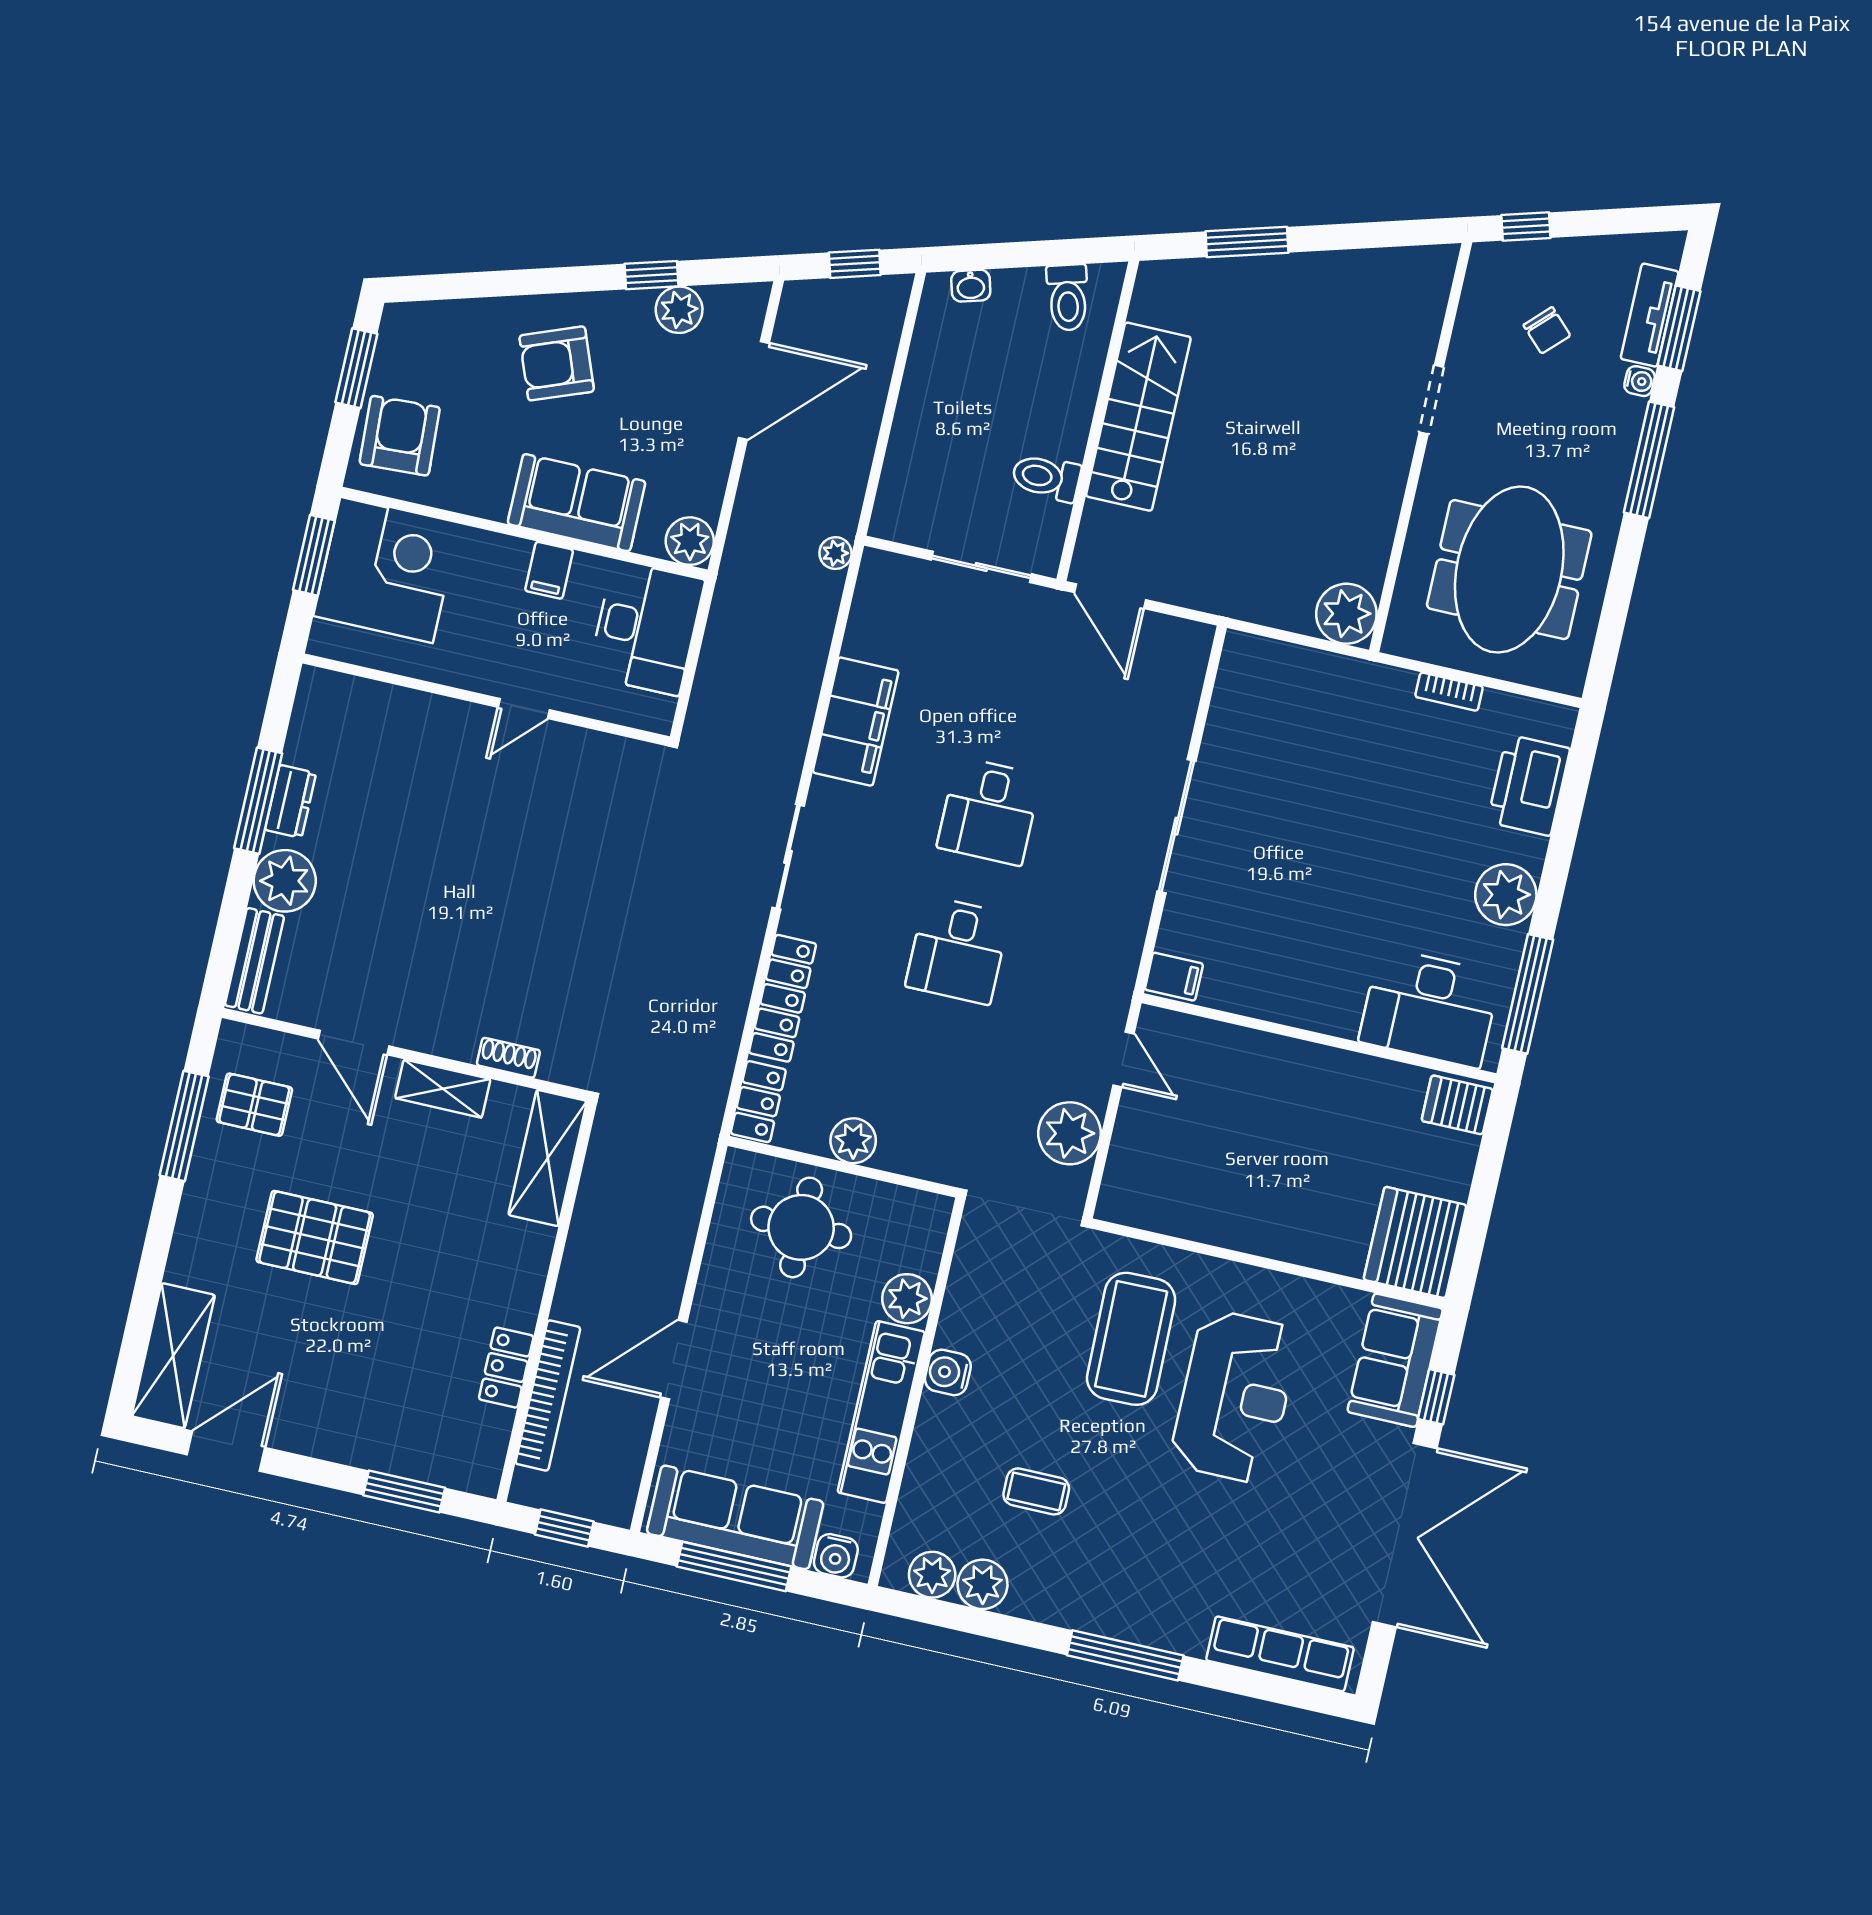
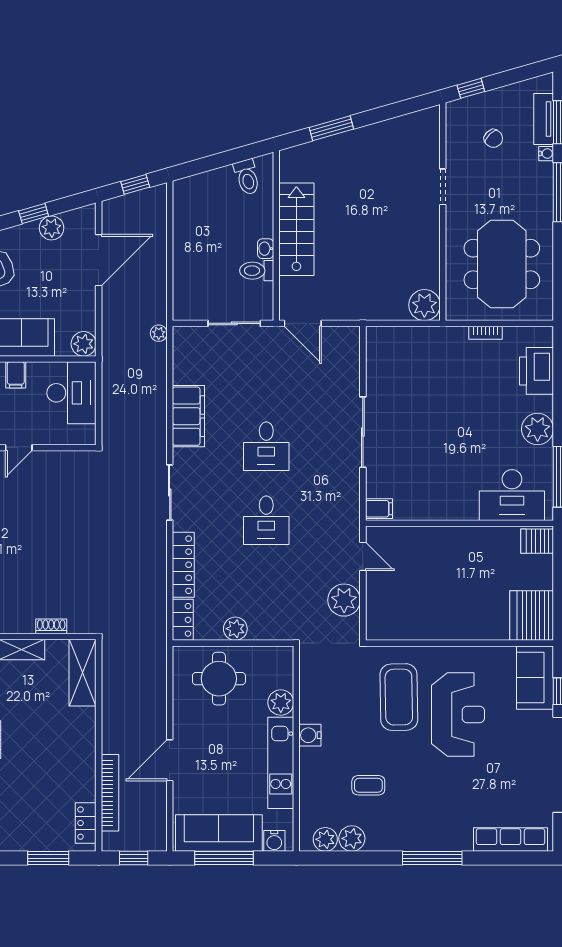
washbasin: (971, 286) -> (266, 249), moved, turned 106
locker: (506, 1368) -> (86, 823), moved

